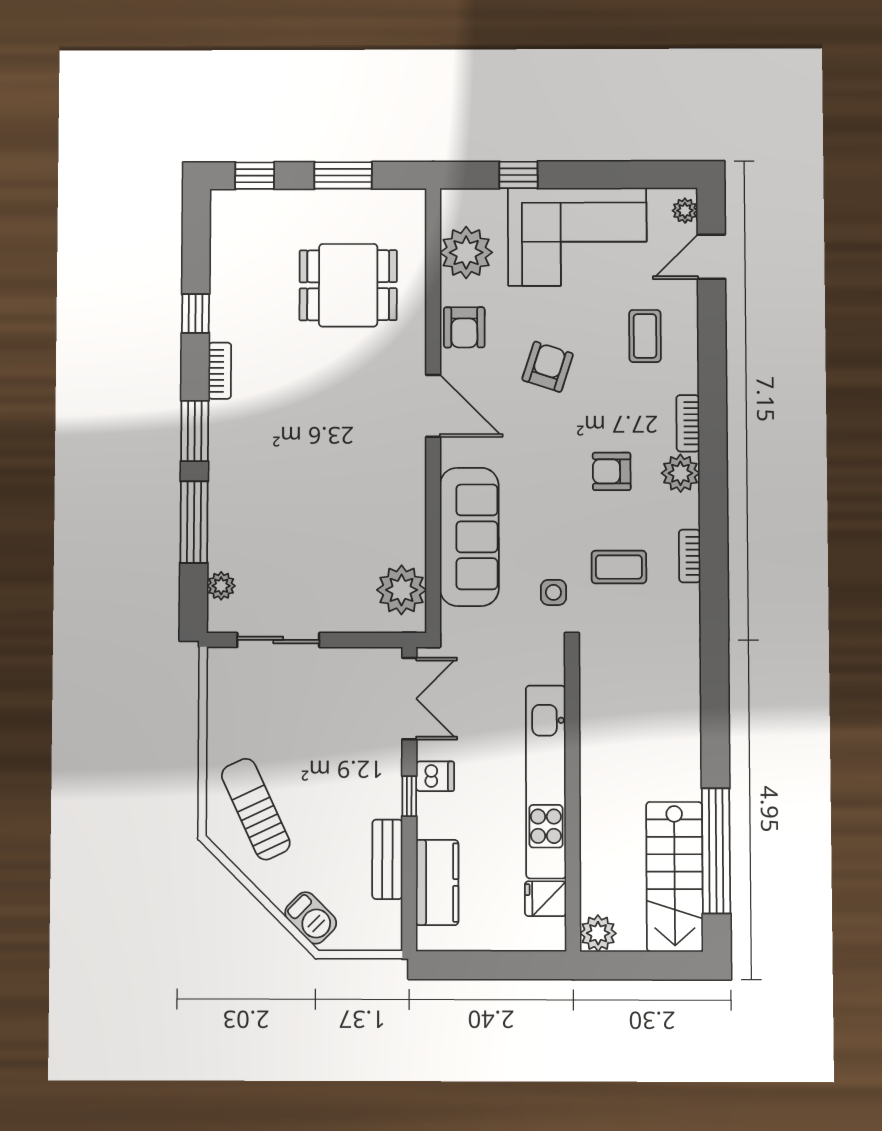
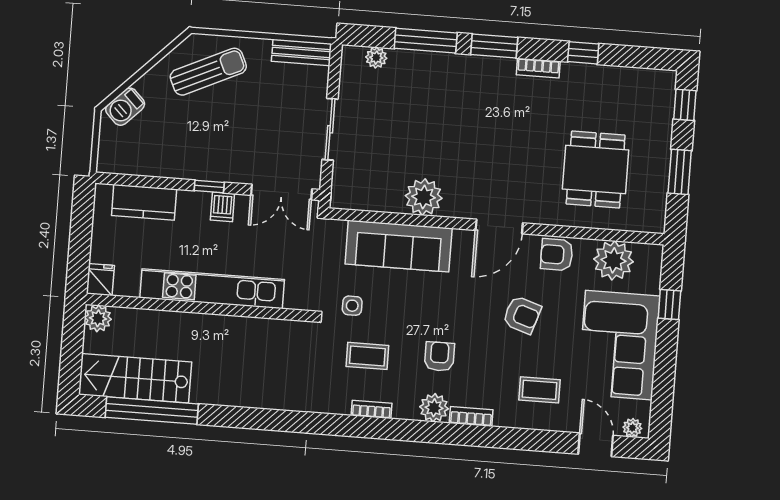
coffee table: (619, 567) -> (367, 356), turned 90
plant: (402, 590) -> (424, 197), moved
sliding door: (278, 640) -> (330, 129), moved
bench: (387, 859) -> (301, 52), moved
fridge: (545, 899) -> (100, 280), moved

